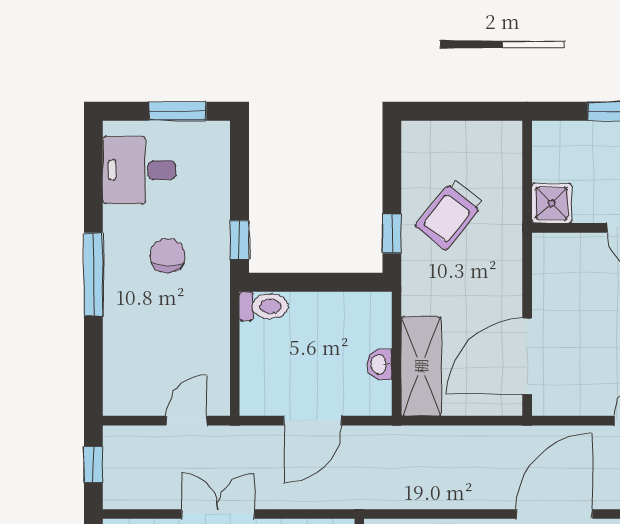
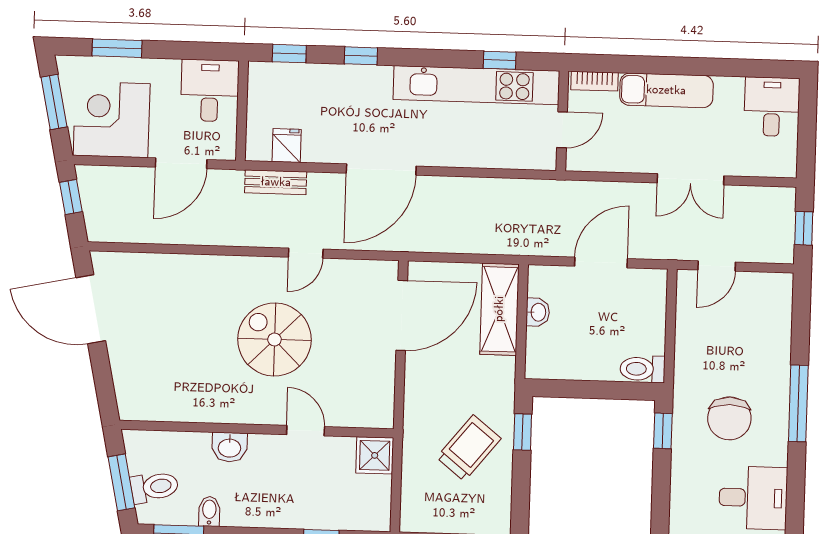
chair: (168, 256) -> (729, 418), width x1.37, depth x1.37

